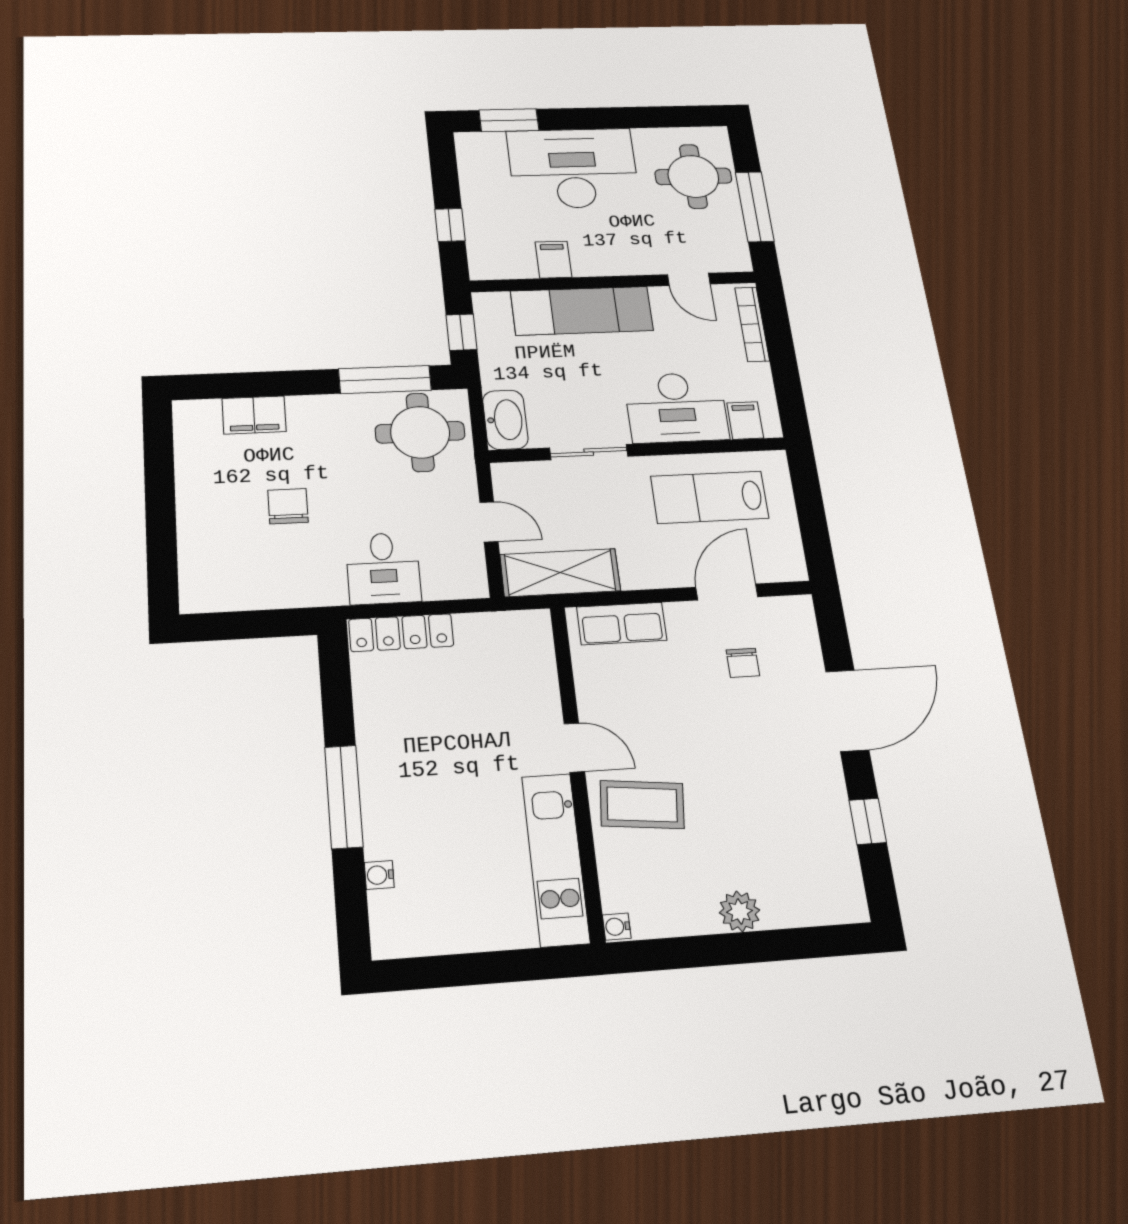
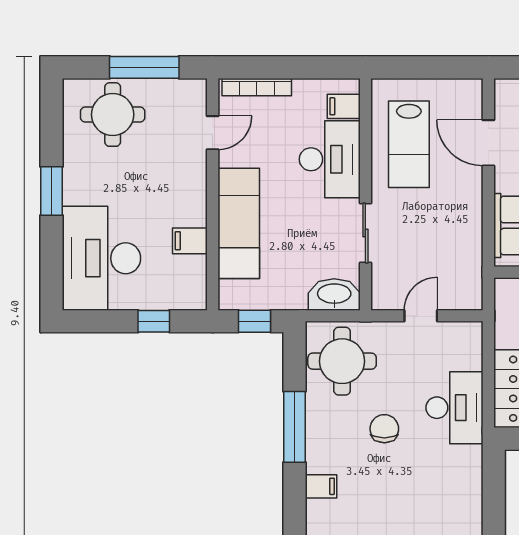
window: (509, 120) -> (52, 191), moved
desk: (573, 168) -> (101, 258), moved
window: (385, 379) -> (295, 427), moved
filing cabinet: (254, 415) -> (321, 486), width x0.50
chair: (288, 506) -> (384, 429), moved, turned 90
desk: (383, 568) -> (454, 408), width x1.37
shelving: (560, 573) -> (465, 267), removed

